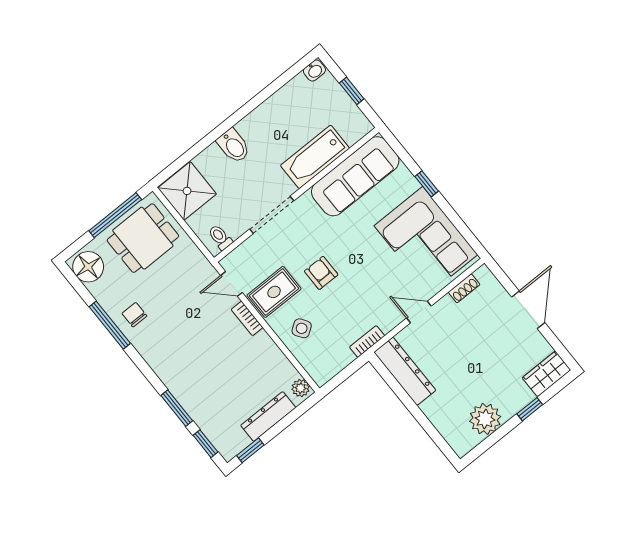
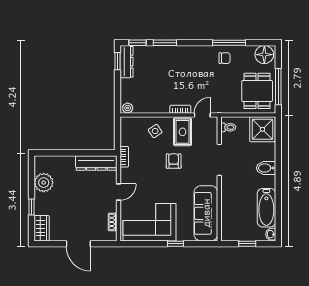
bathtub: (315, 157) -> (266, 208), moved, turned 180
armchair: (321, 273) -> (174, 161), turned -90
dresser: (268, 417) -> (127, 62), moved

